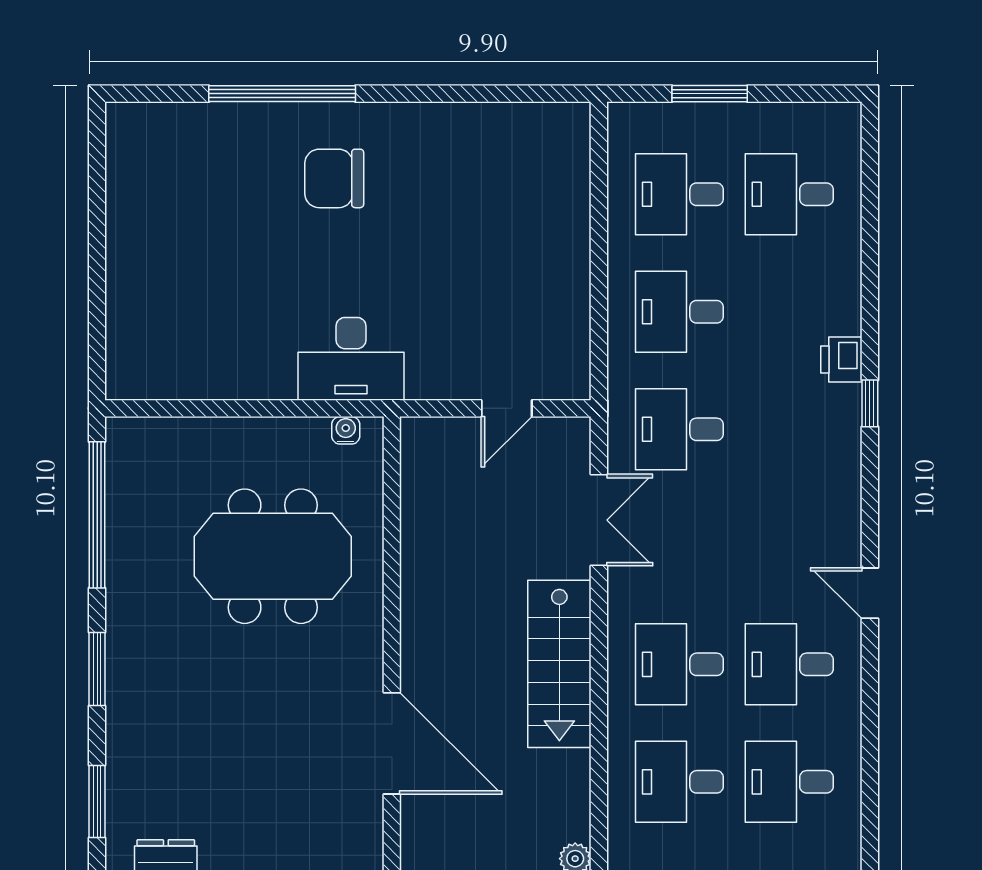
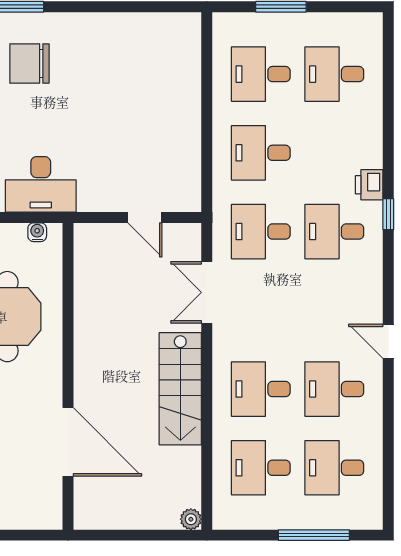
door: (507, 408) -> (145, 218), hinge flipped
desk: (789, 429) -> (334, 232), added
double door: (599, 520) -> (207, 292), swing flipped

